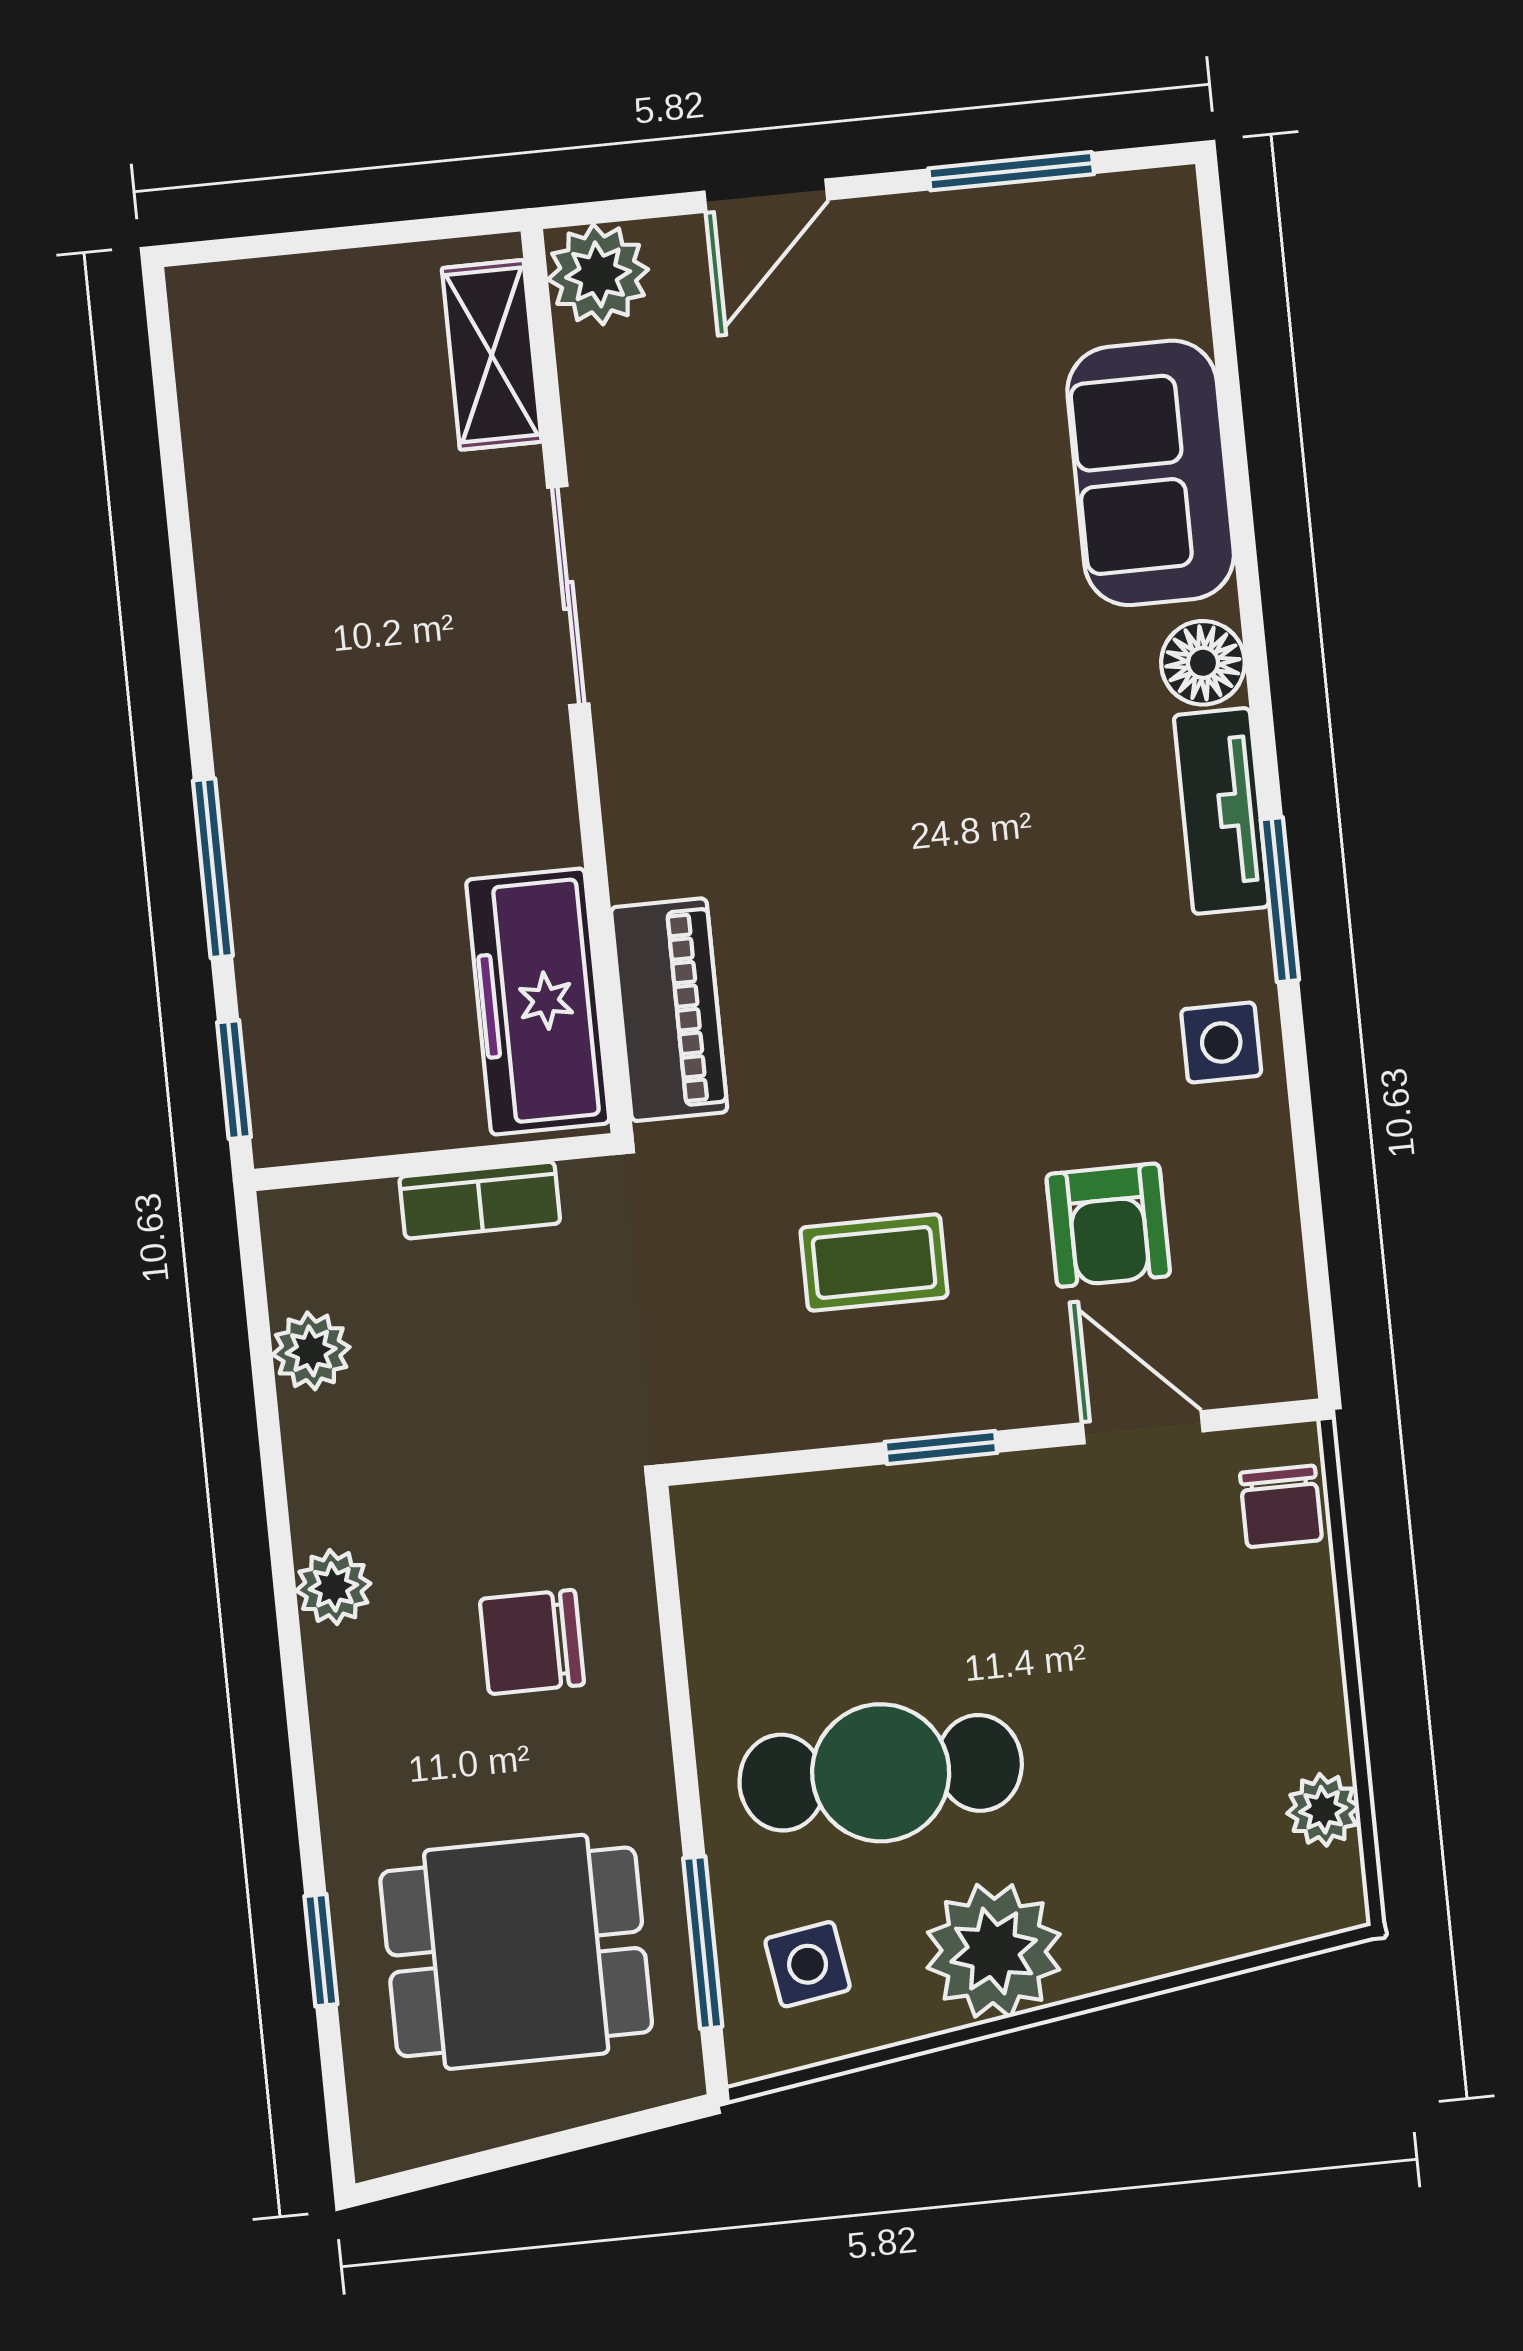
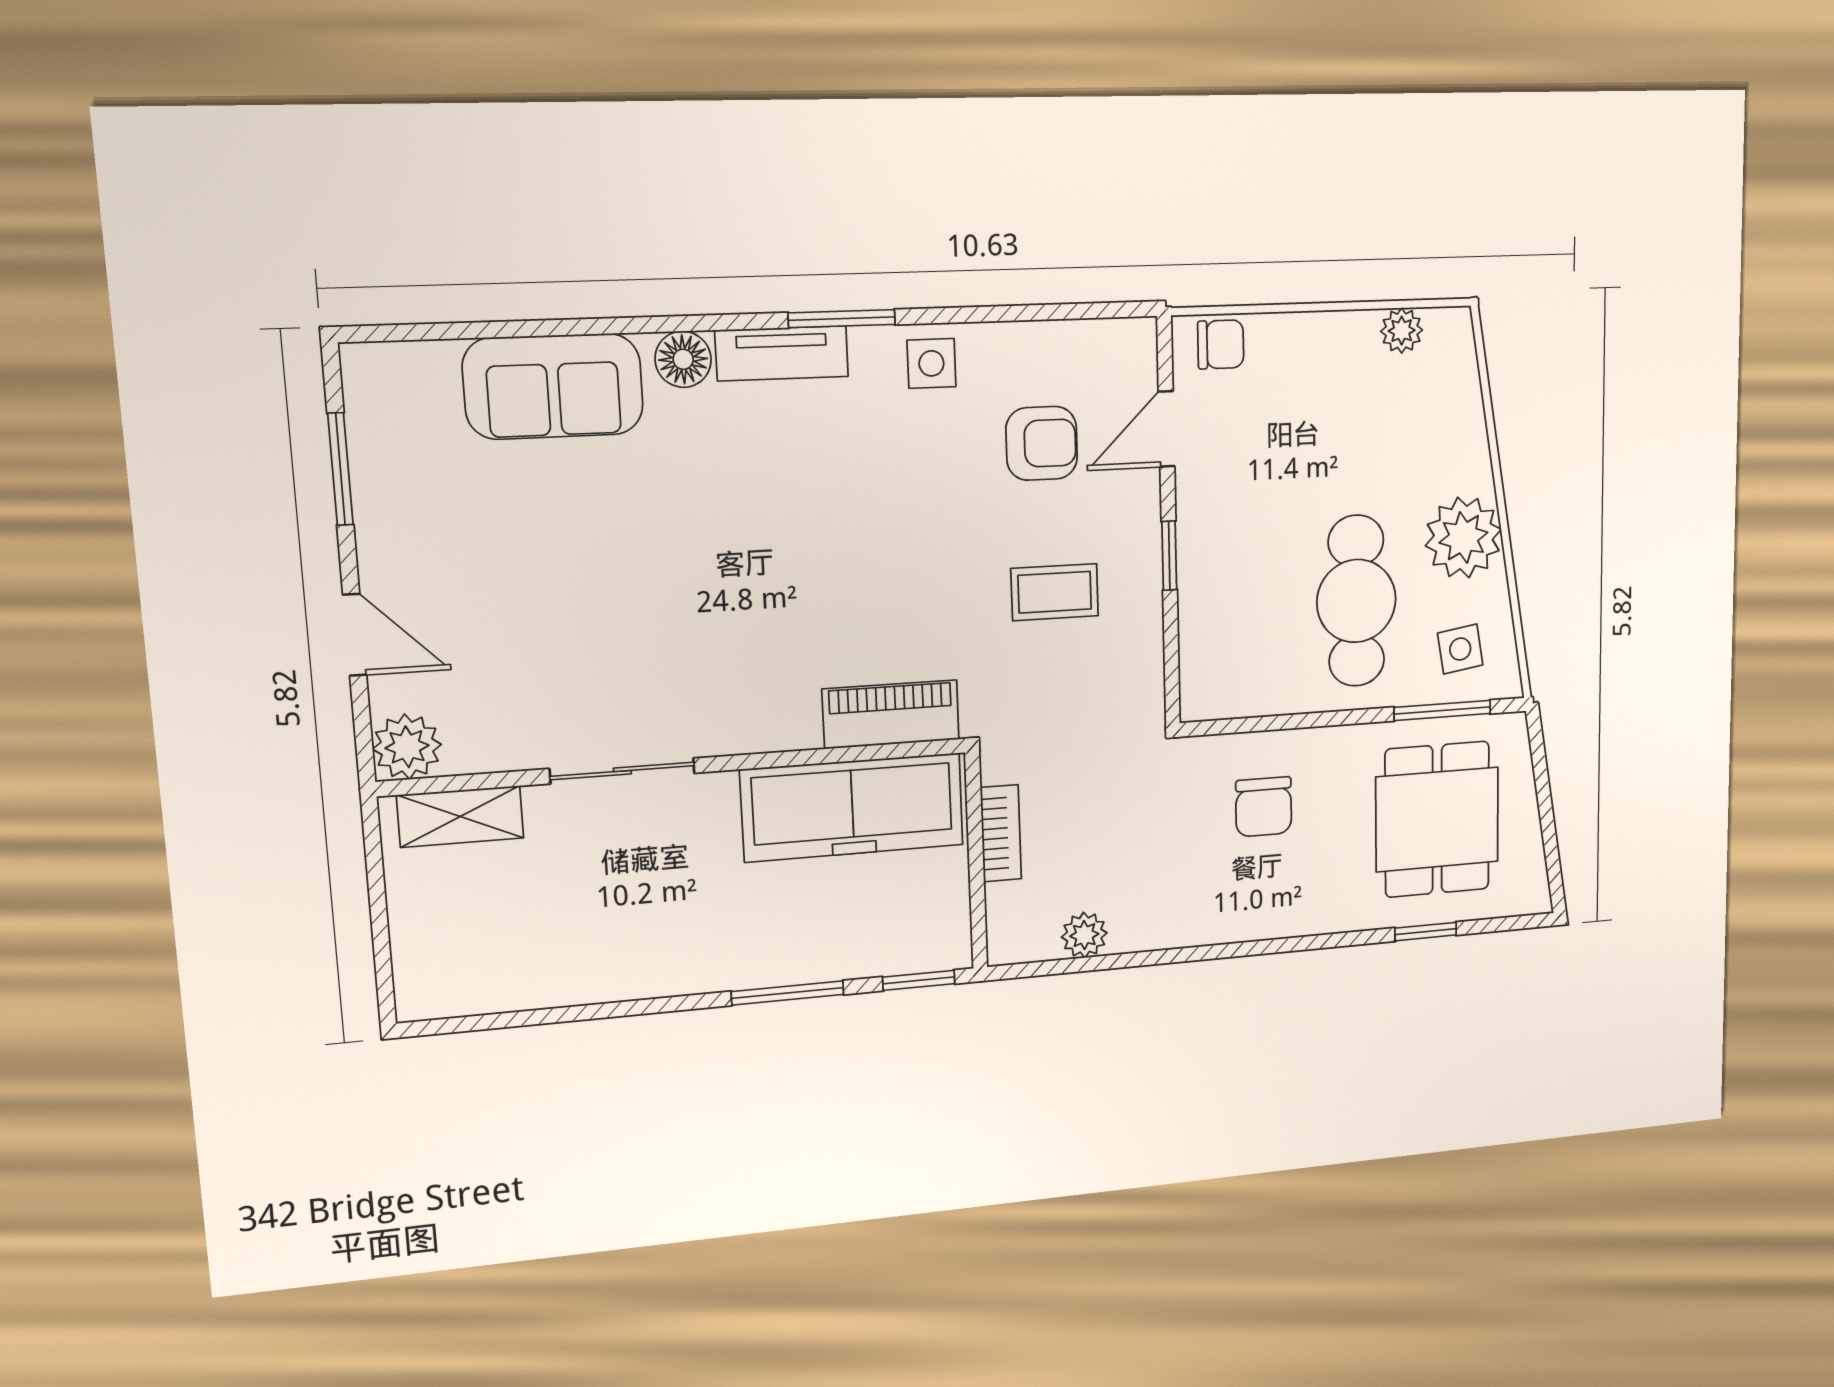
freezer: (538, 1001) -> (852, 807), width x1.36, depth x1.26
coffee table: (874, 1262) -> (1055, 592), turned 90
plant: (333, 1587) -> (1223, 923), removed

